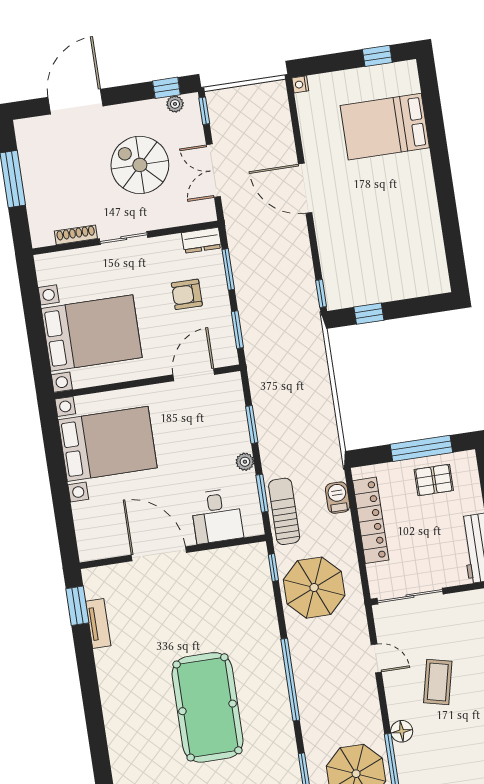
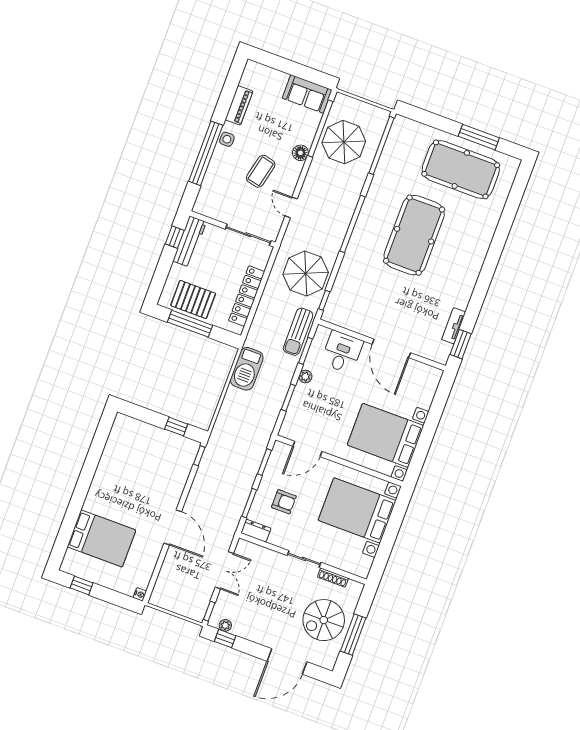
spiral stairs: (140, 165) -> (324, 620), moved, turned 90
pallet: (434, 480) -> (193, 299), width x1.50, depth x1.42
barbecue: (338, 498) -> (247, 369), moved, width x1.88, depth x1.53

